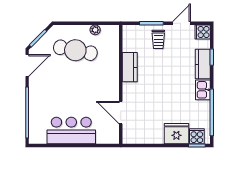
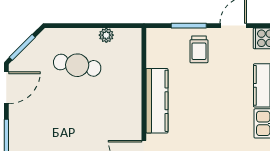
cafe table: (75, 50) -> (77, 65), width x0.73, depth x0.74
kitchen counter: (130, 67) -> (157, 101), width x1.50

